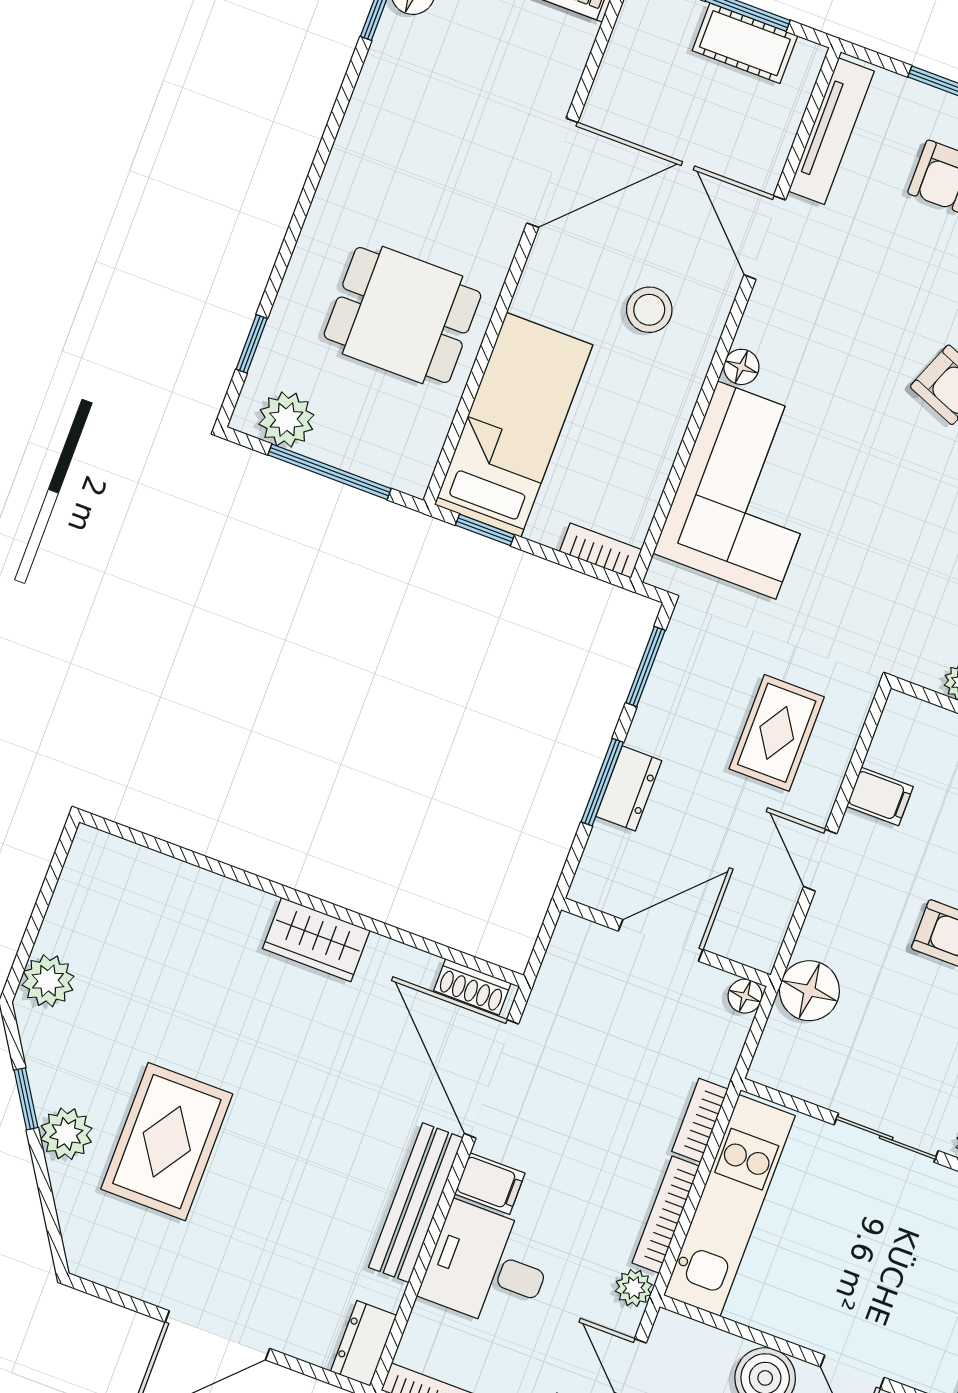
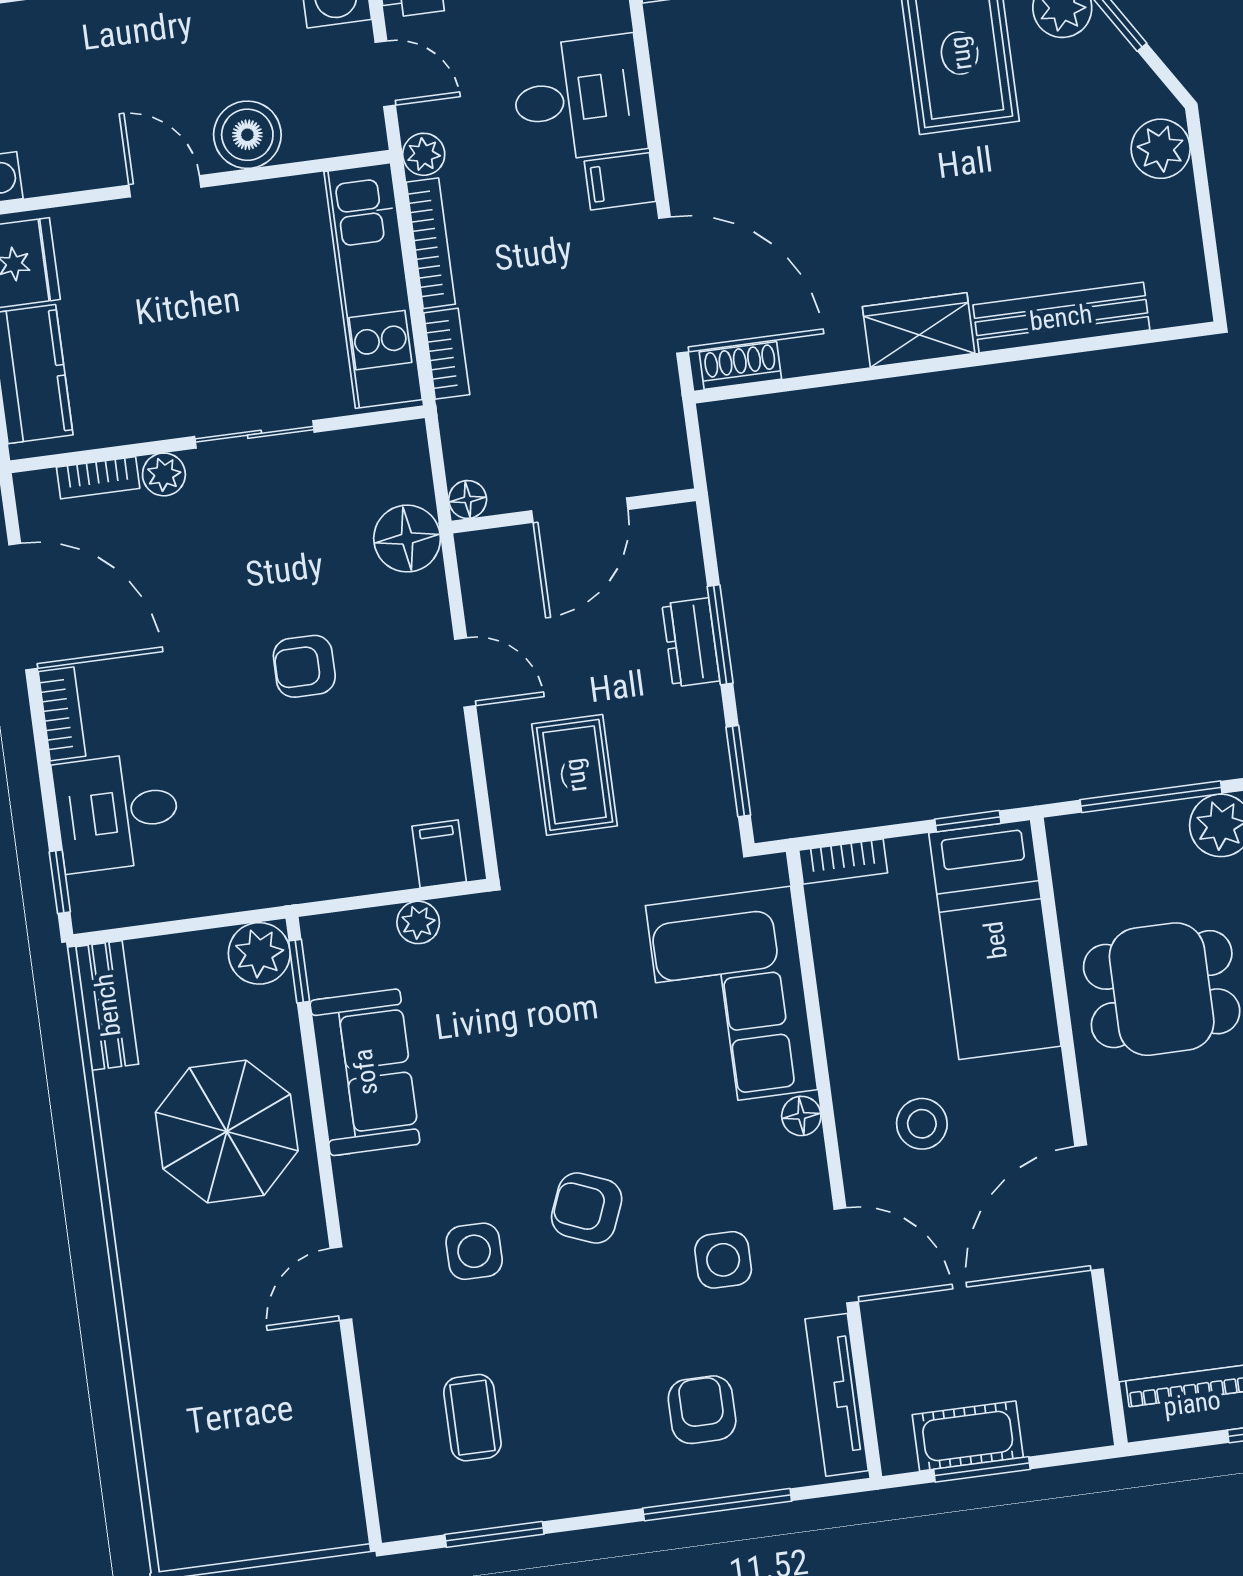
side table: (864, 286) -> (723, 1260), added
filing cabinet: (880, 796) -> (439, 854), moved, turned 90
bench: (416, 1203) -> (1061, 317), moved, turned 90

